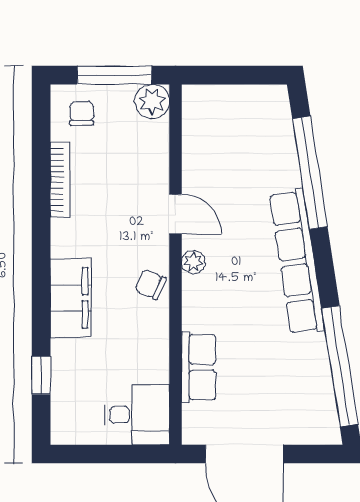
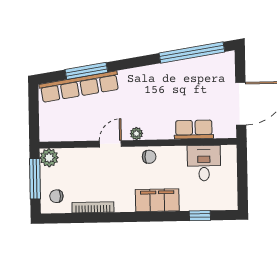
window: (310, 173) -> (86, 71), width x0.68
row of seats: (297, 262) -> (79, 87), moved
chair: (150, 284) -> (149, 157), turned -114
desk: (137, 415) -> (204, 163), moved

